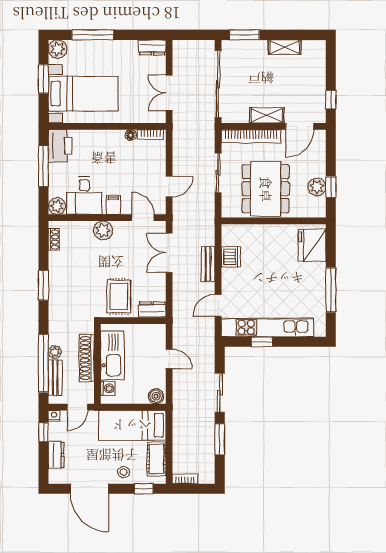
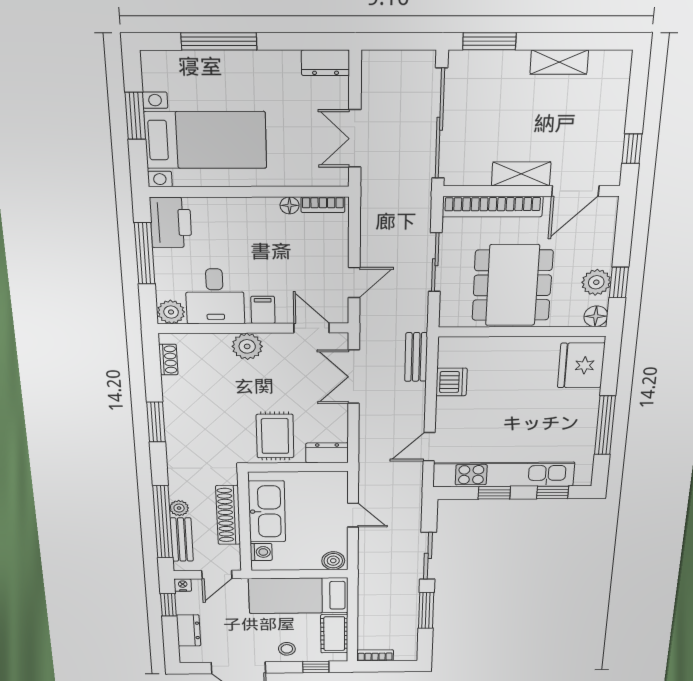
plant: (58, 49) -> (157, 66), removed
floor lamp: (319, 210) -> (596, 316), added
bench: (208, 264) -> (416, 357), moved
window: (300, 342) -> (553, 492), added

